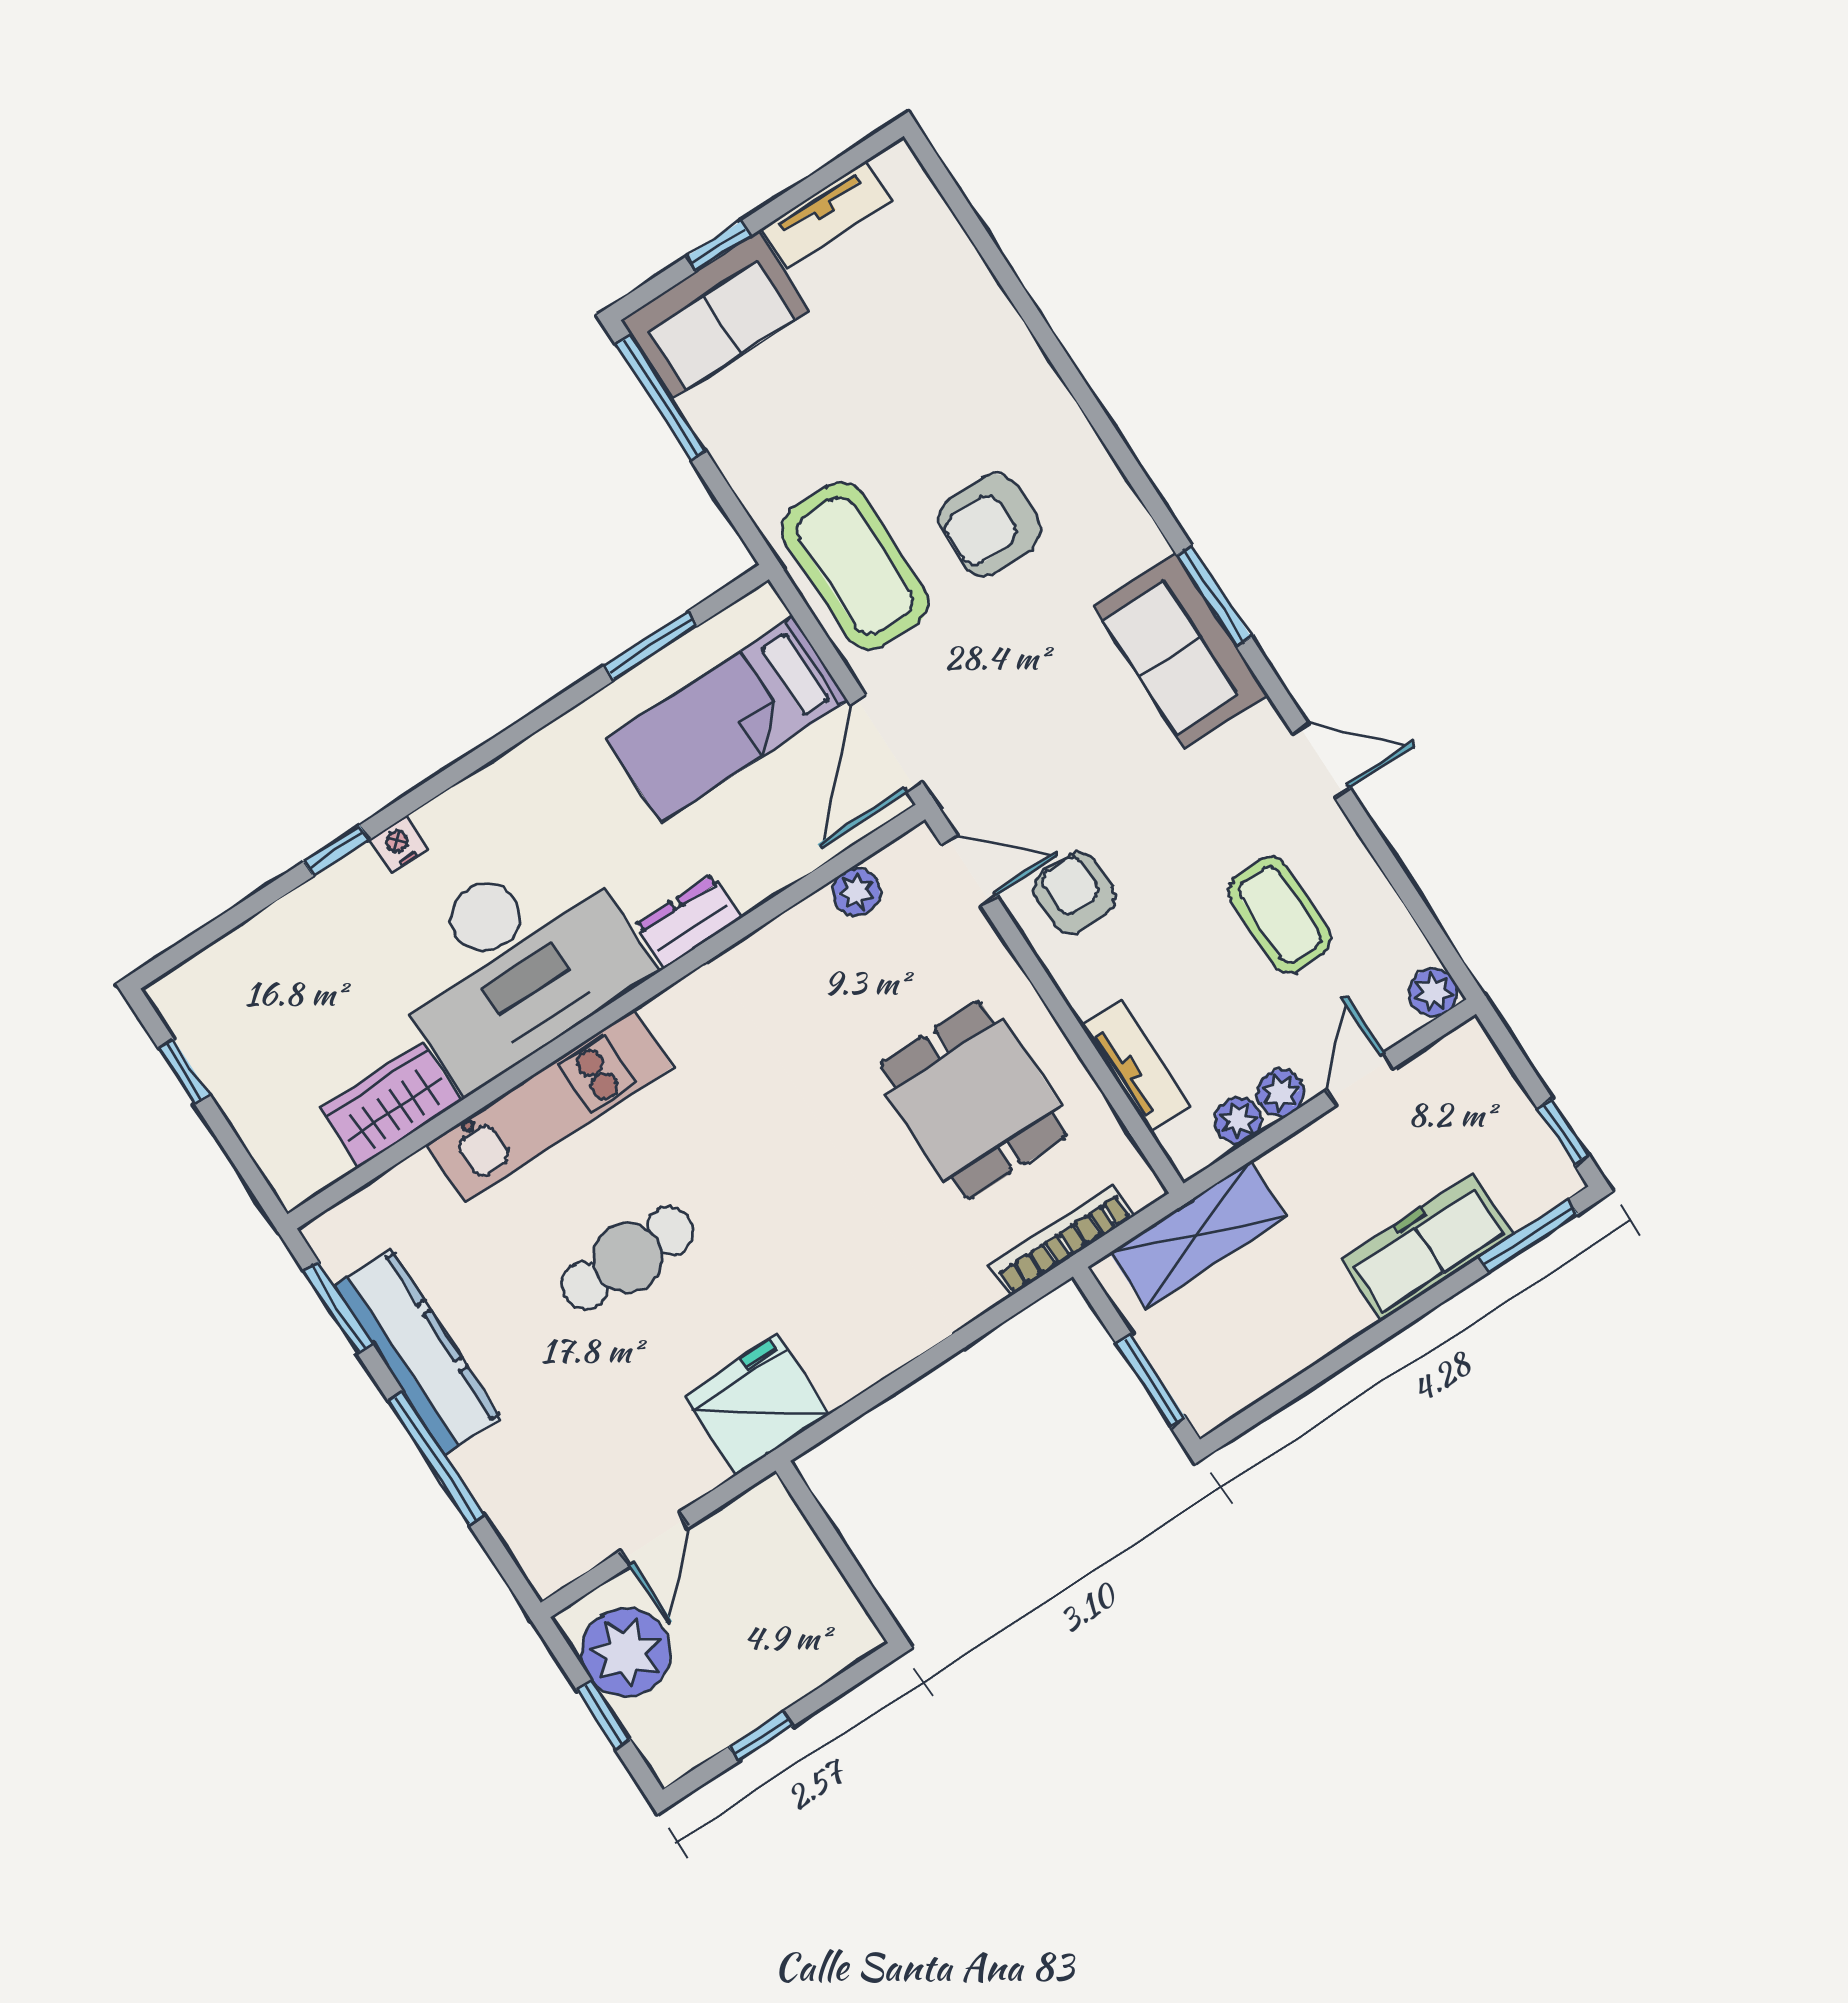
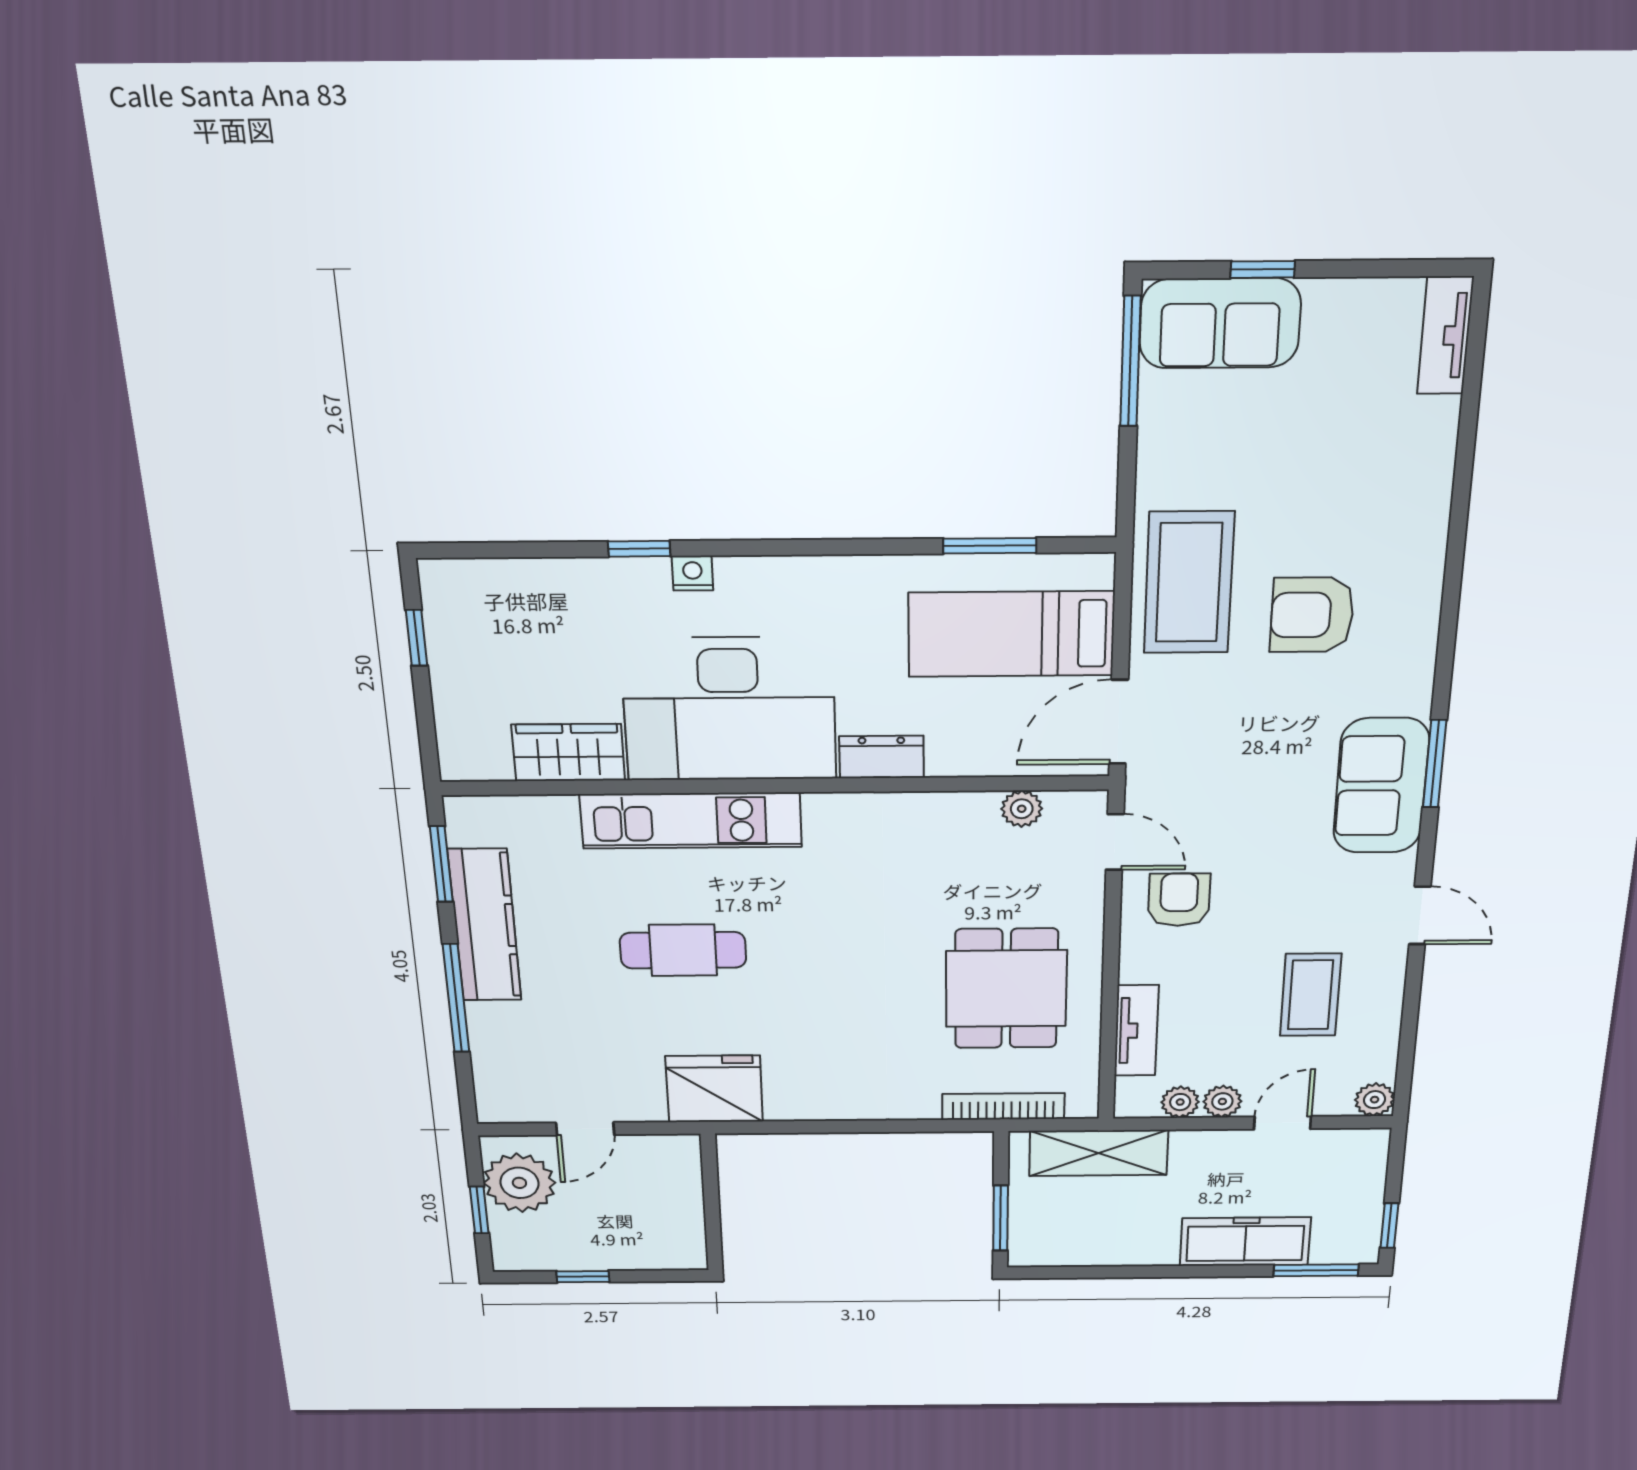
tv unit: (827, 214) -> (1445, 336), moved, turned 90

